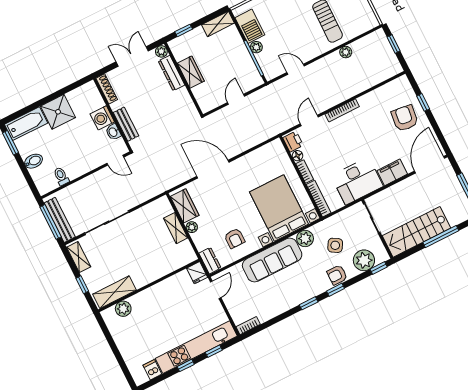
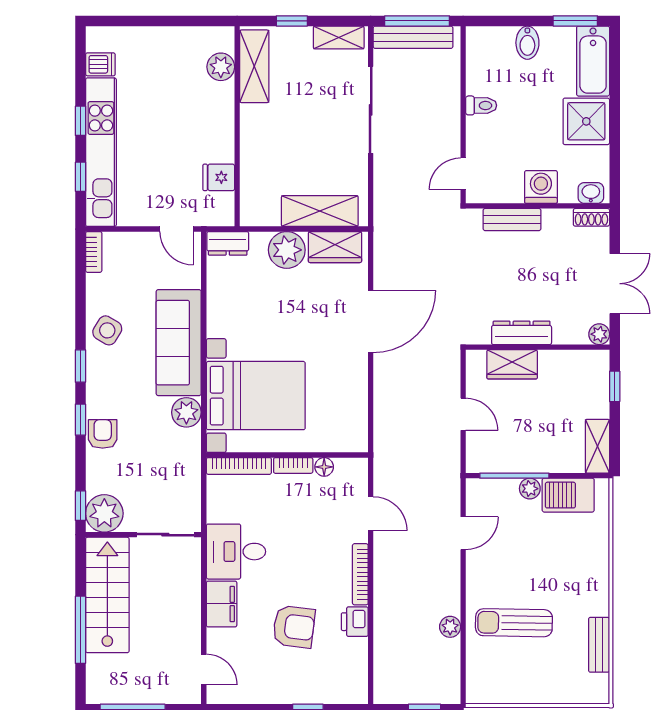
wardrobe: (191, 72) -> (512, 364), moved
dresser: (171, 73) -> (522, 333), moved
shoe rack: (107, 89) -> (591, 217), width x0.70
armchair: (405, 118) -> (294, 627), moved
washbasin: (113, 132) -> (591, 193), moved
printer: (293, 142) -> (355, 622), moved, turned 90
door: (430, 165) -> (204, 670), width x0.53
toilet: (61, 176) -> (481, 105), moved
desk: (357, 181) -> (236, 552), width x0.73
plant: (192, 227) -> (287, 250), width x1.87, depth x1.87
shelving: (176, 228) -> (320, 211), width x1.50, depth x1.33
armchair: (235, 238) -> (243, 300), removed
side table: (335, 245) -> (107, 330), moved
plant: (364, 260) -> (104, 513), moved
fridge: (197, 273) -> (219, 177), moved

